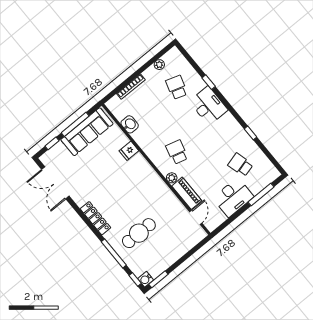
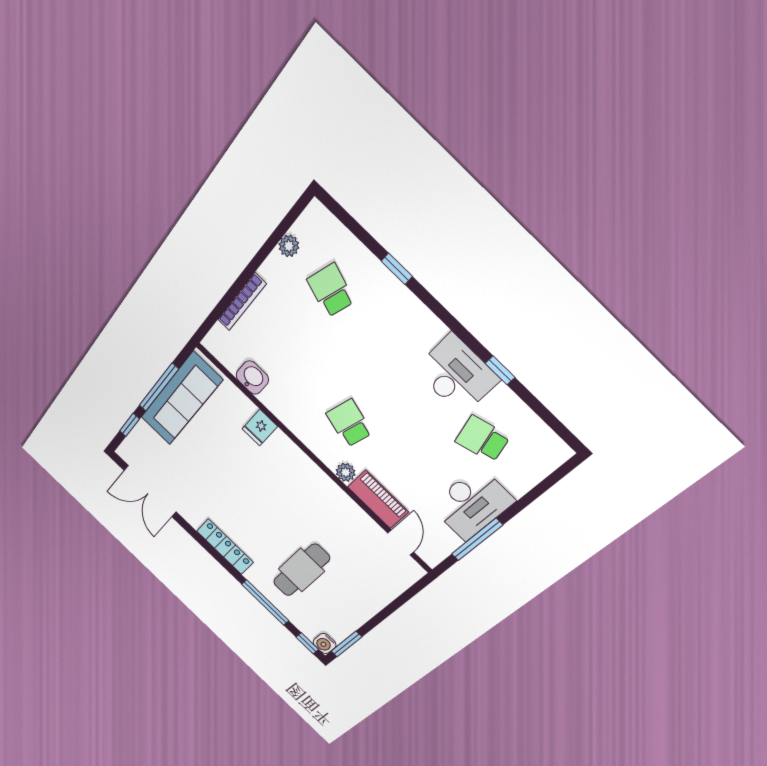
desk: (208, 106) -> (456, 375), moved
window: (261, 195) -> (477, 540), moved

